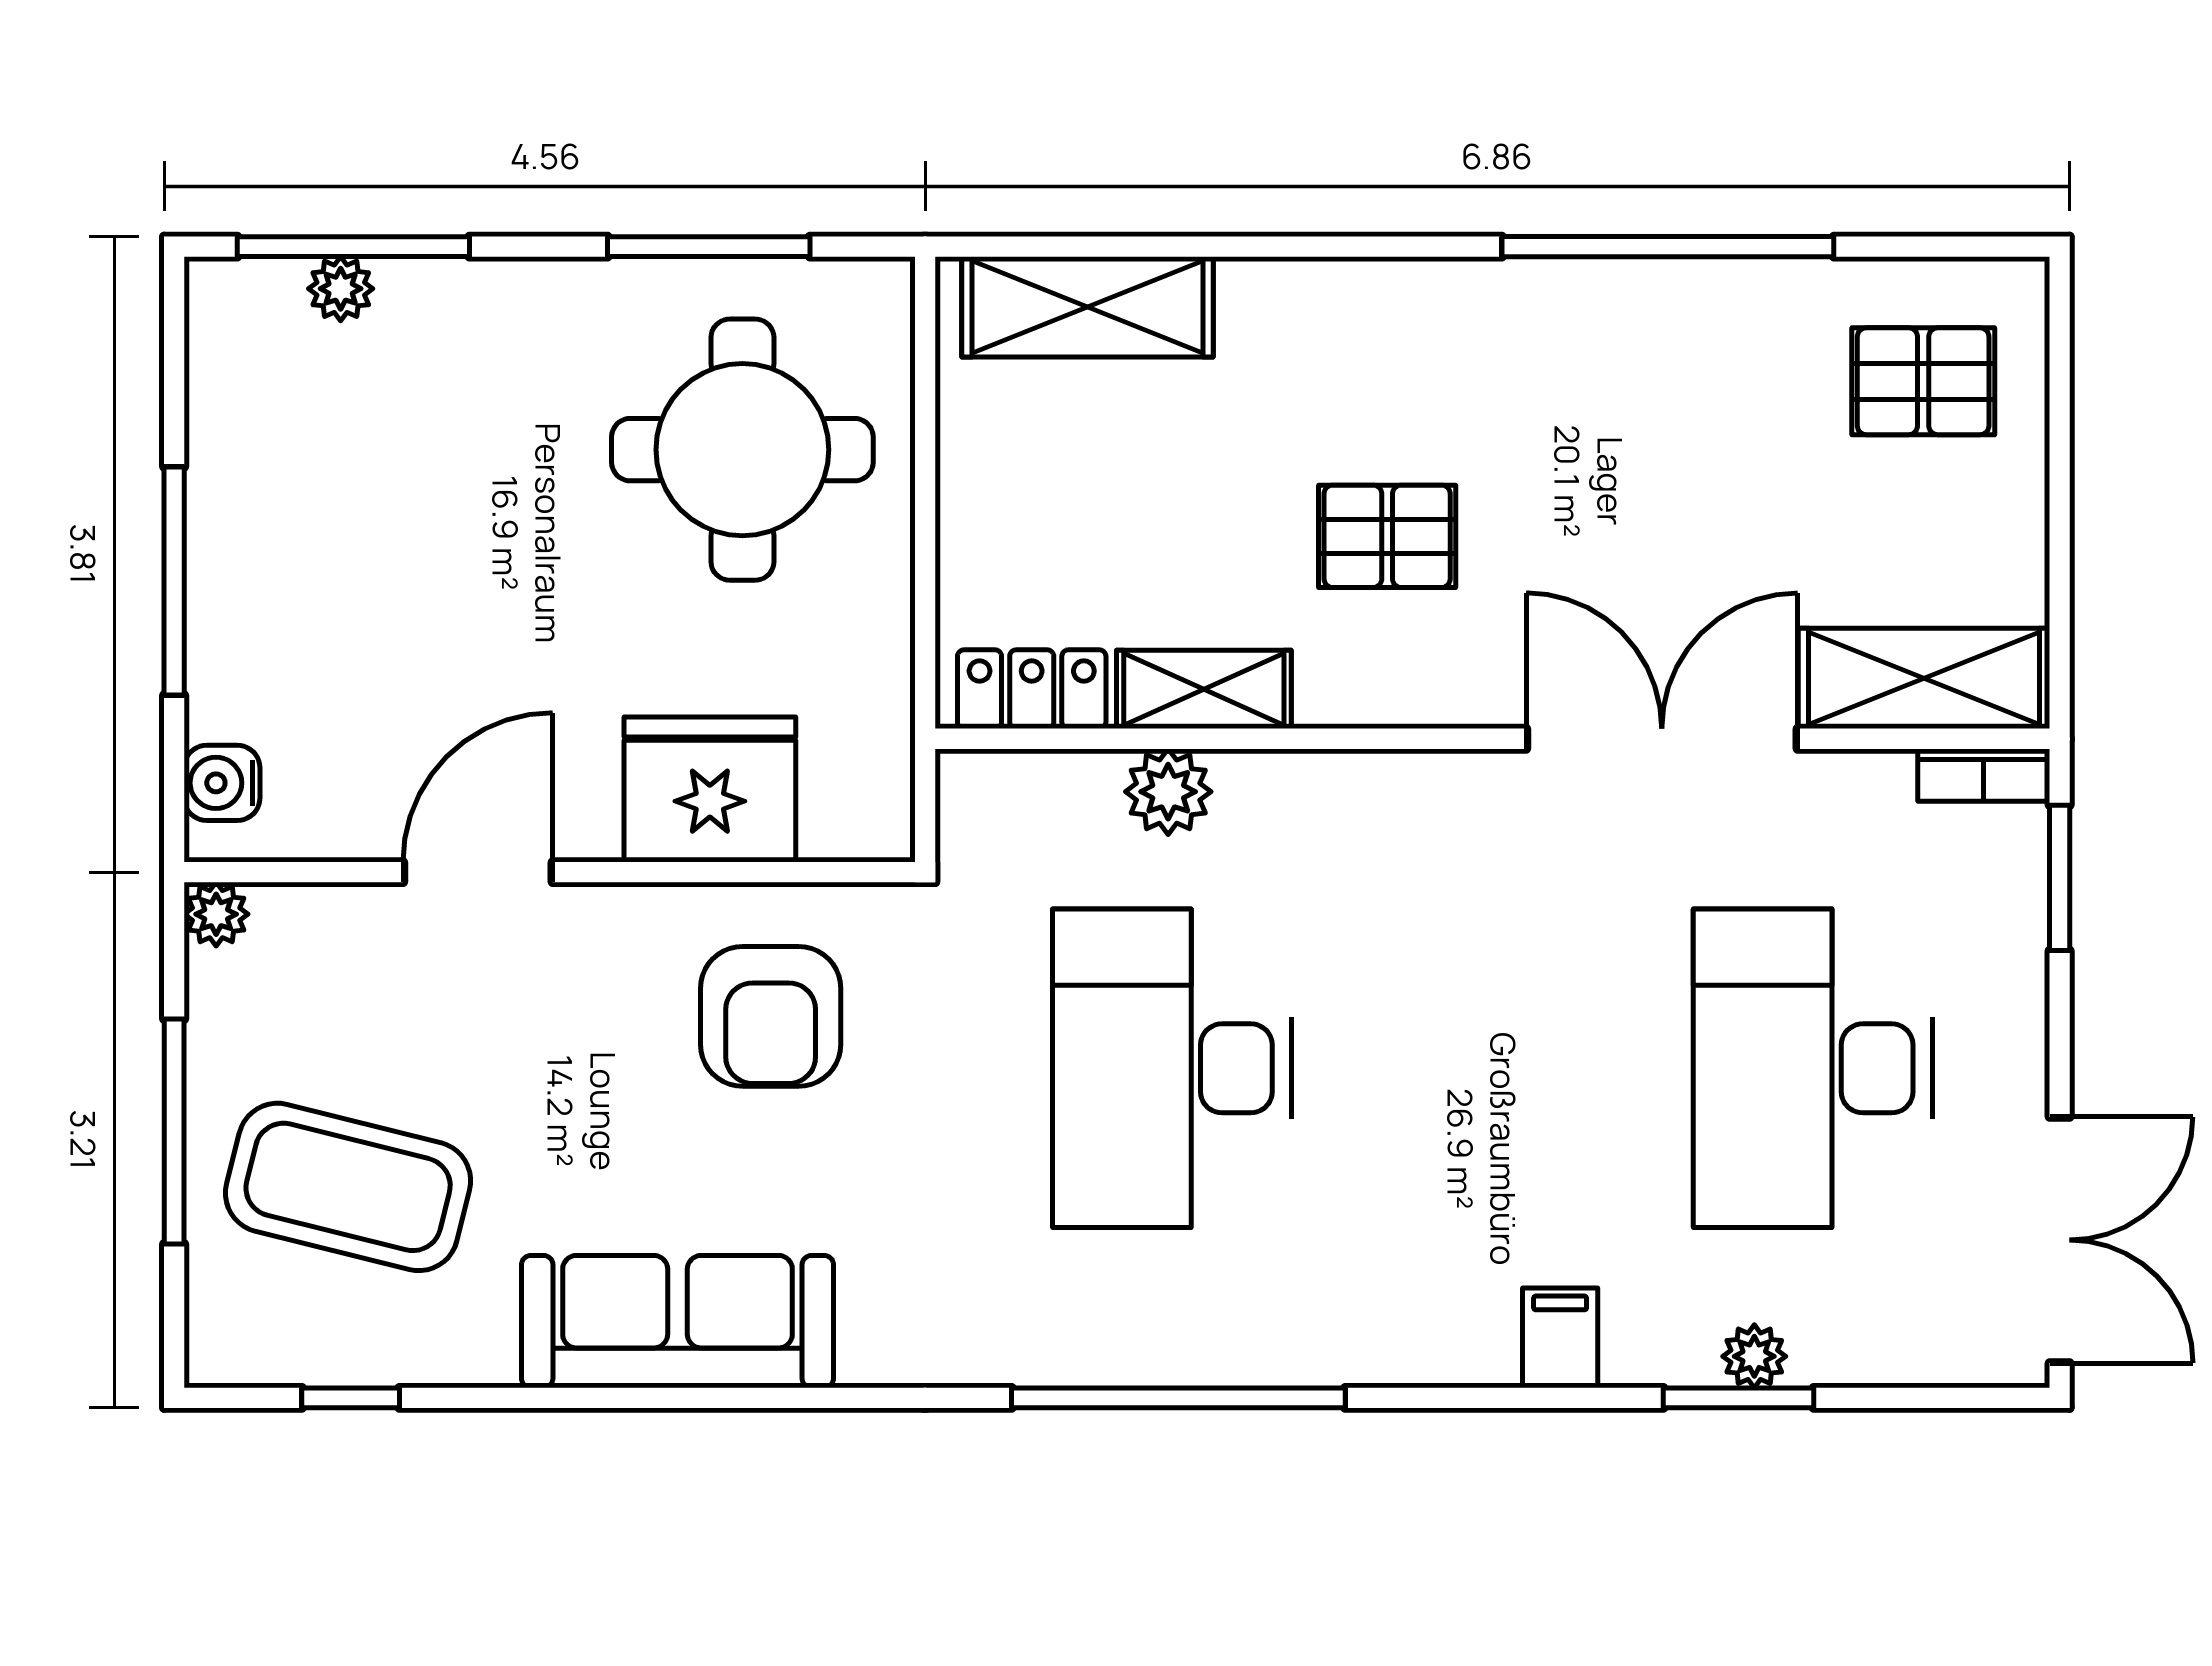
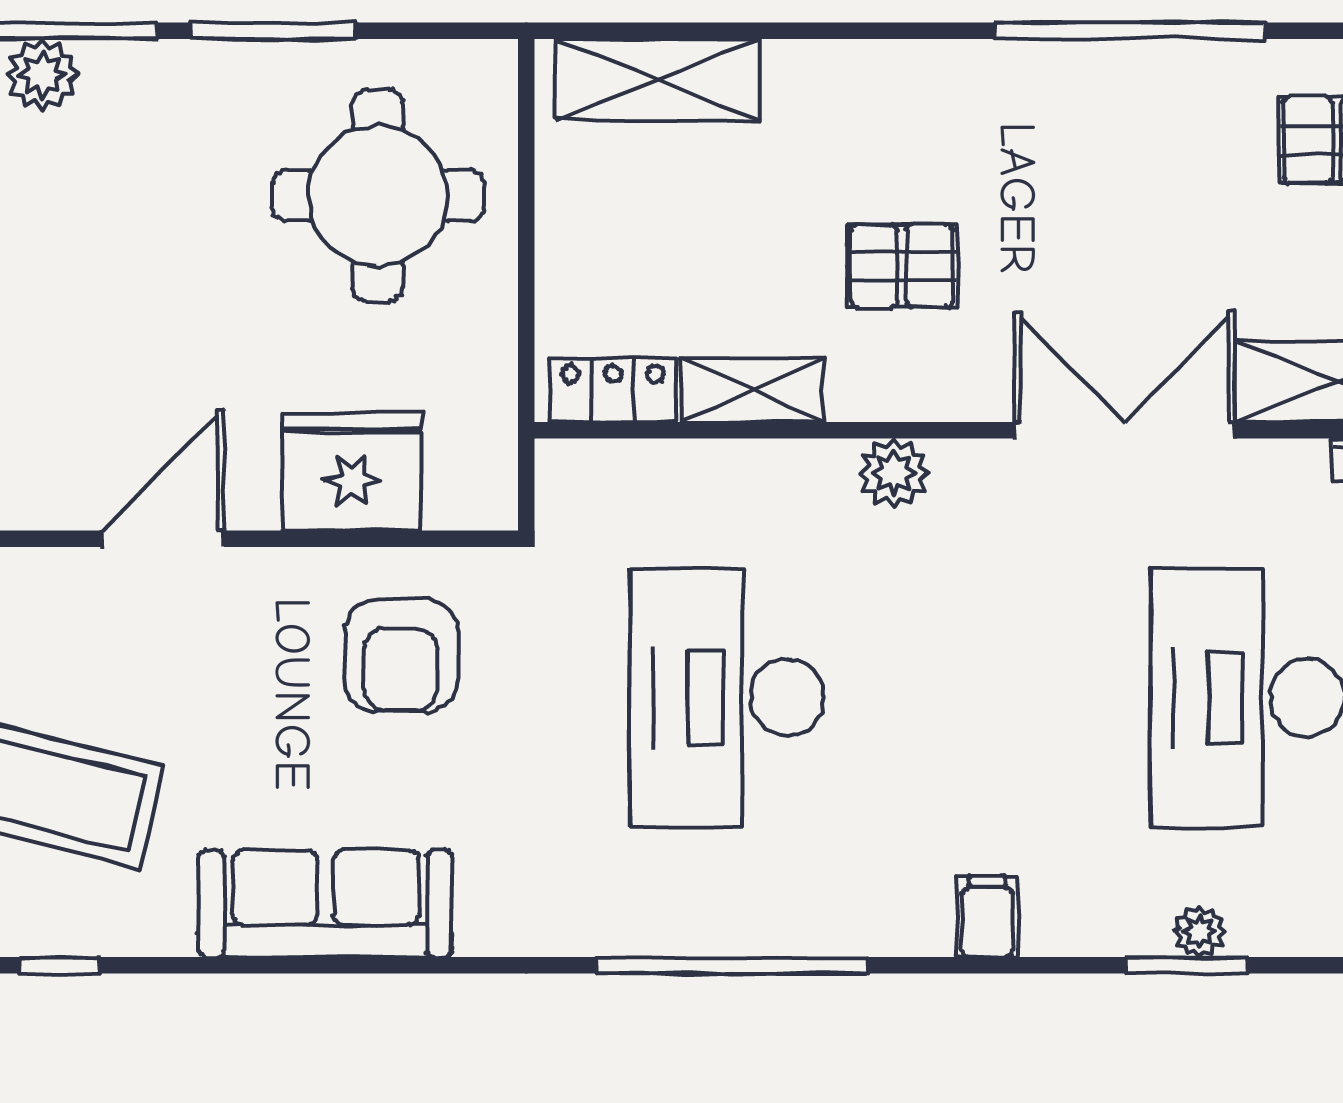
window: (709, 247) -> (274, 31), moved
plant: (341, 289) -> (42, 75), width x1.38, depth x1.38
plant: (1168, 792) -> (894, 473), moved
filing cabinet: (1560, 1338) -> (987, 917), moved

